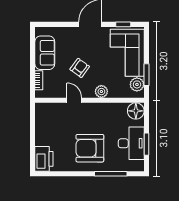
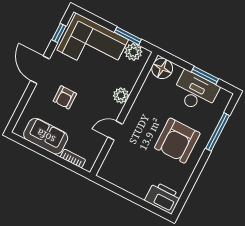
armchair: (80, 68) -> (65, 97), moved, turned -126

